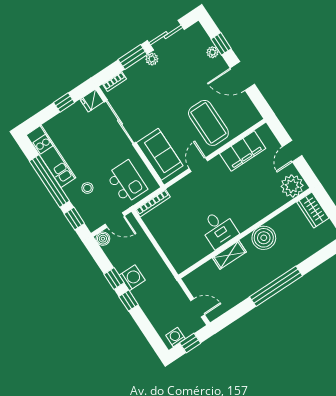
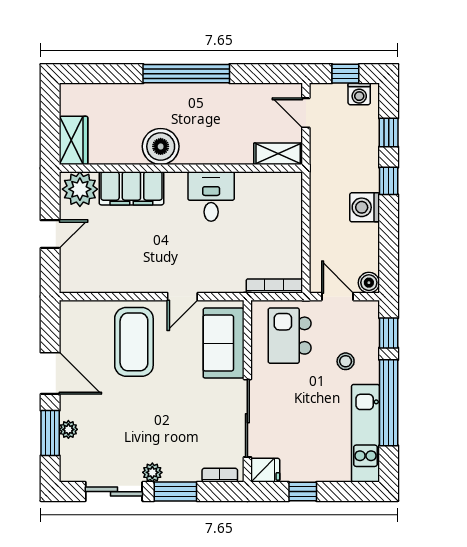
window: (221, 44) -> (50, 433), width x1.50
filing cabinet: (243, 151) -> (131, 188), moved, turned 180
shelving: (229, 255) -> (278, 154), moved
window: (114, 279) -> (389, 133), moved

